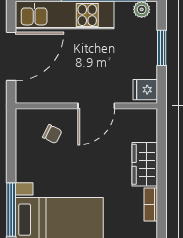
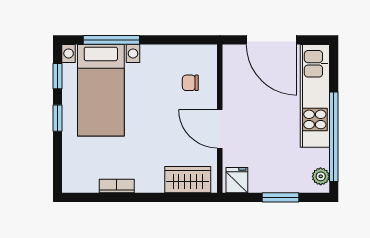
chair: (52, 134) -> (190, 83), turned 63
wardrobe: (145, 164) -> (188, 180), moved

